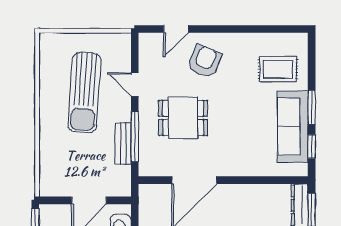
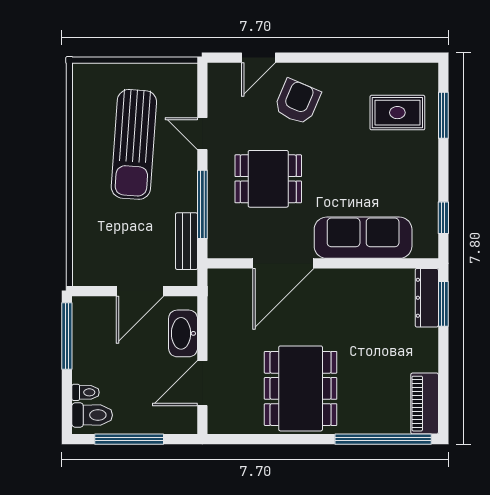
window: (312, 107) -> (443, 115), moved
sofa: (293, 127) -> (363, 238), moved, turned 90
bench: (123, 143) -> (187, 241), moved

